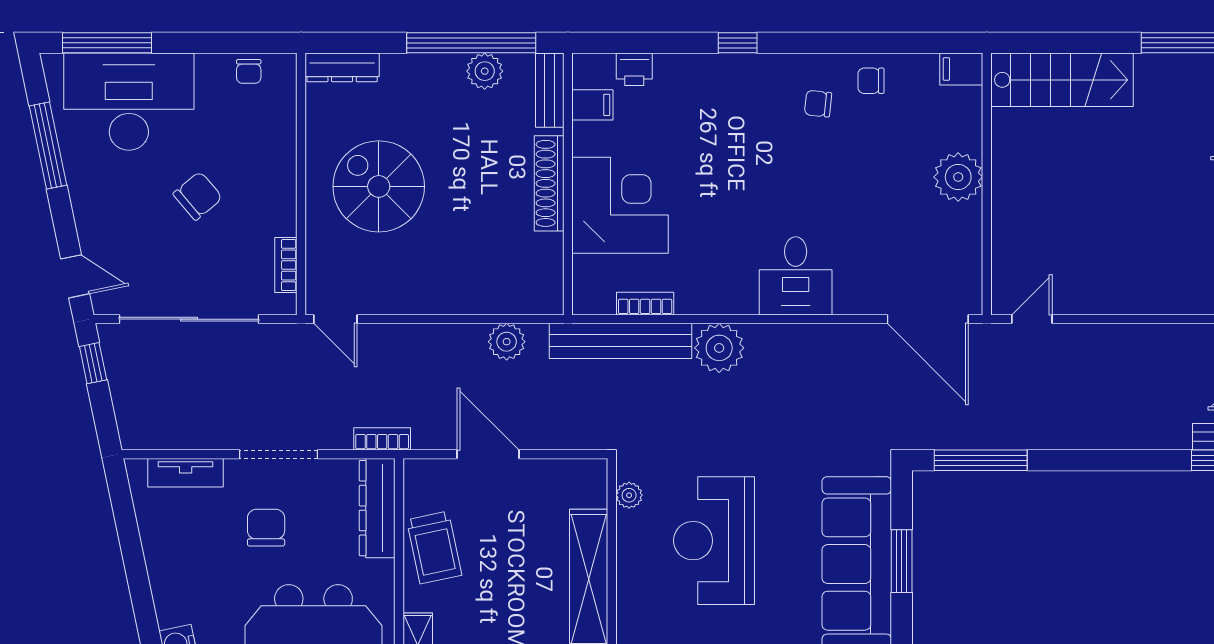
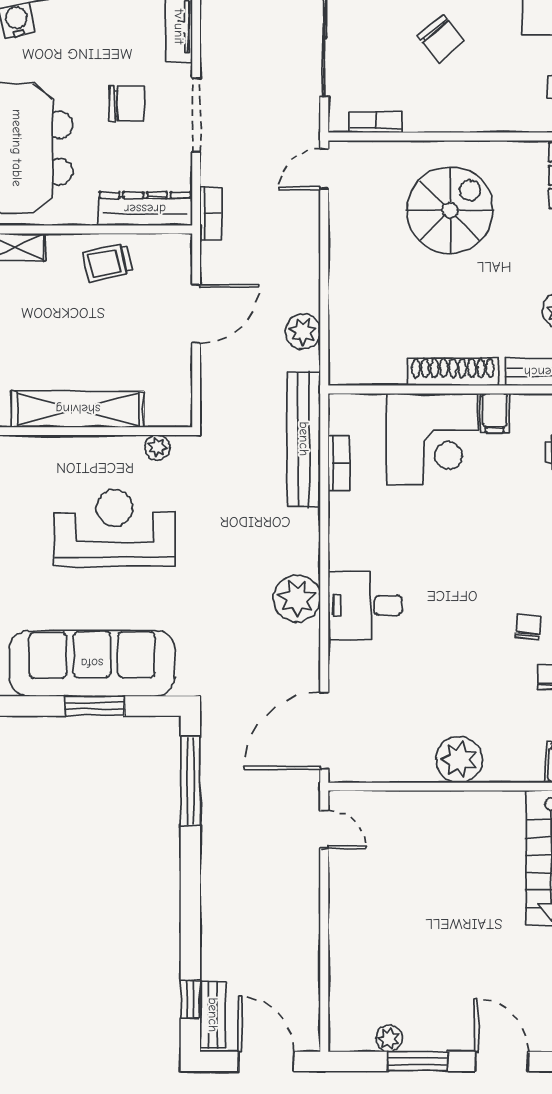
filing cabinet: (592, 105) -> (495, 413), moved
plant: (719, 348) -> (297, 598), moved
trolley: (434, 547) -> (108, 263), width x0.73, depth x0.72

